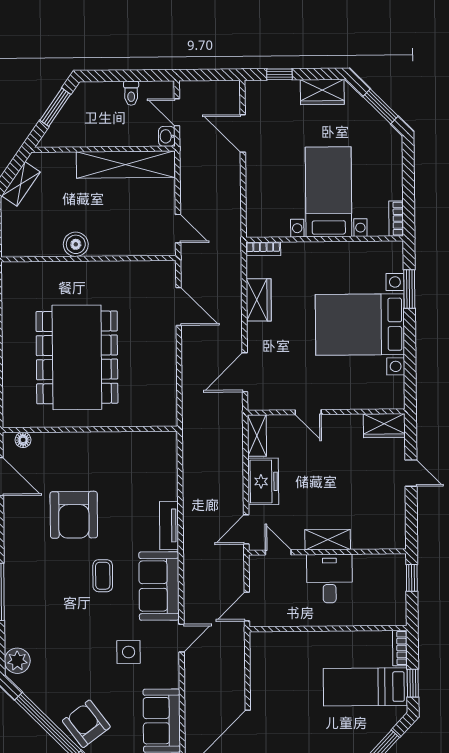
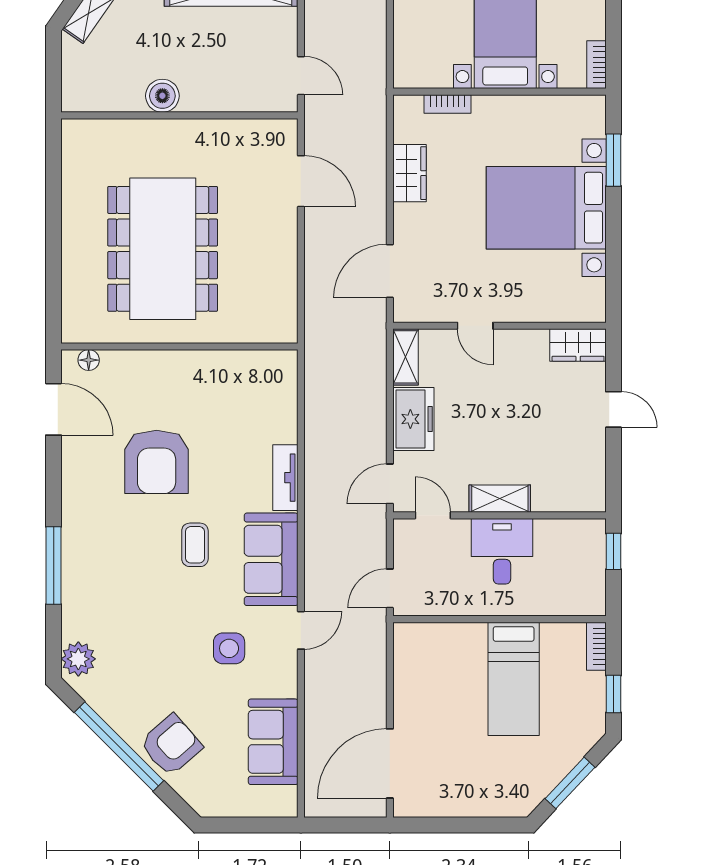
bookcase: (263, 249) -> (447, 104), moved
bed: (365, 687) -> (514, 679), moved, turned -90
armchair: (86, 724) -> (171, 745), turned 86

